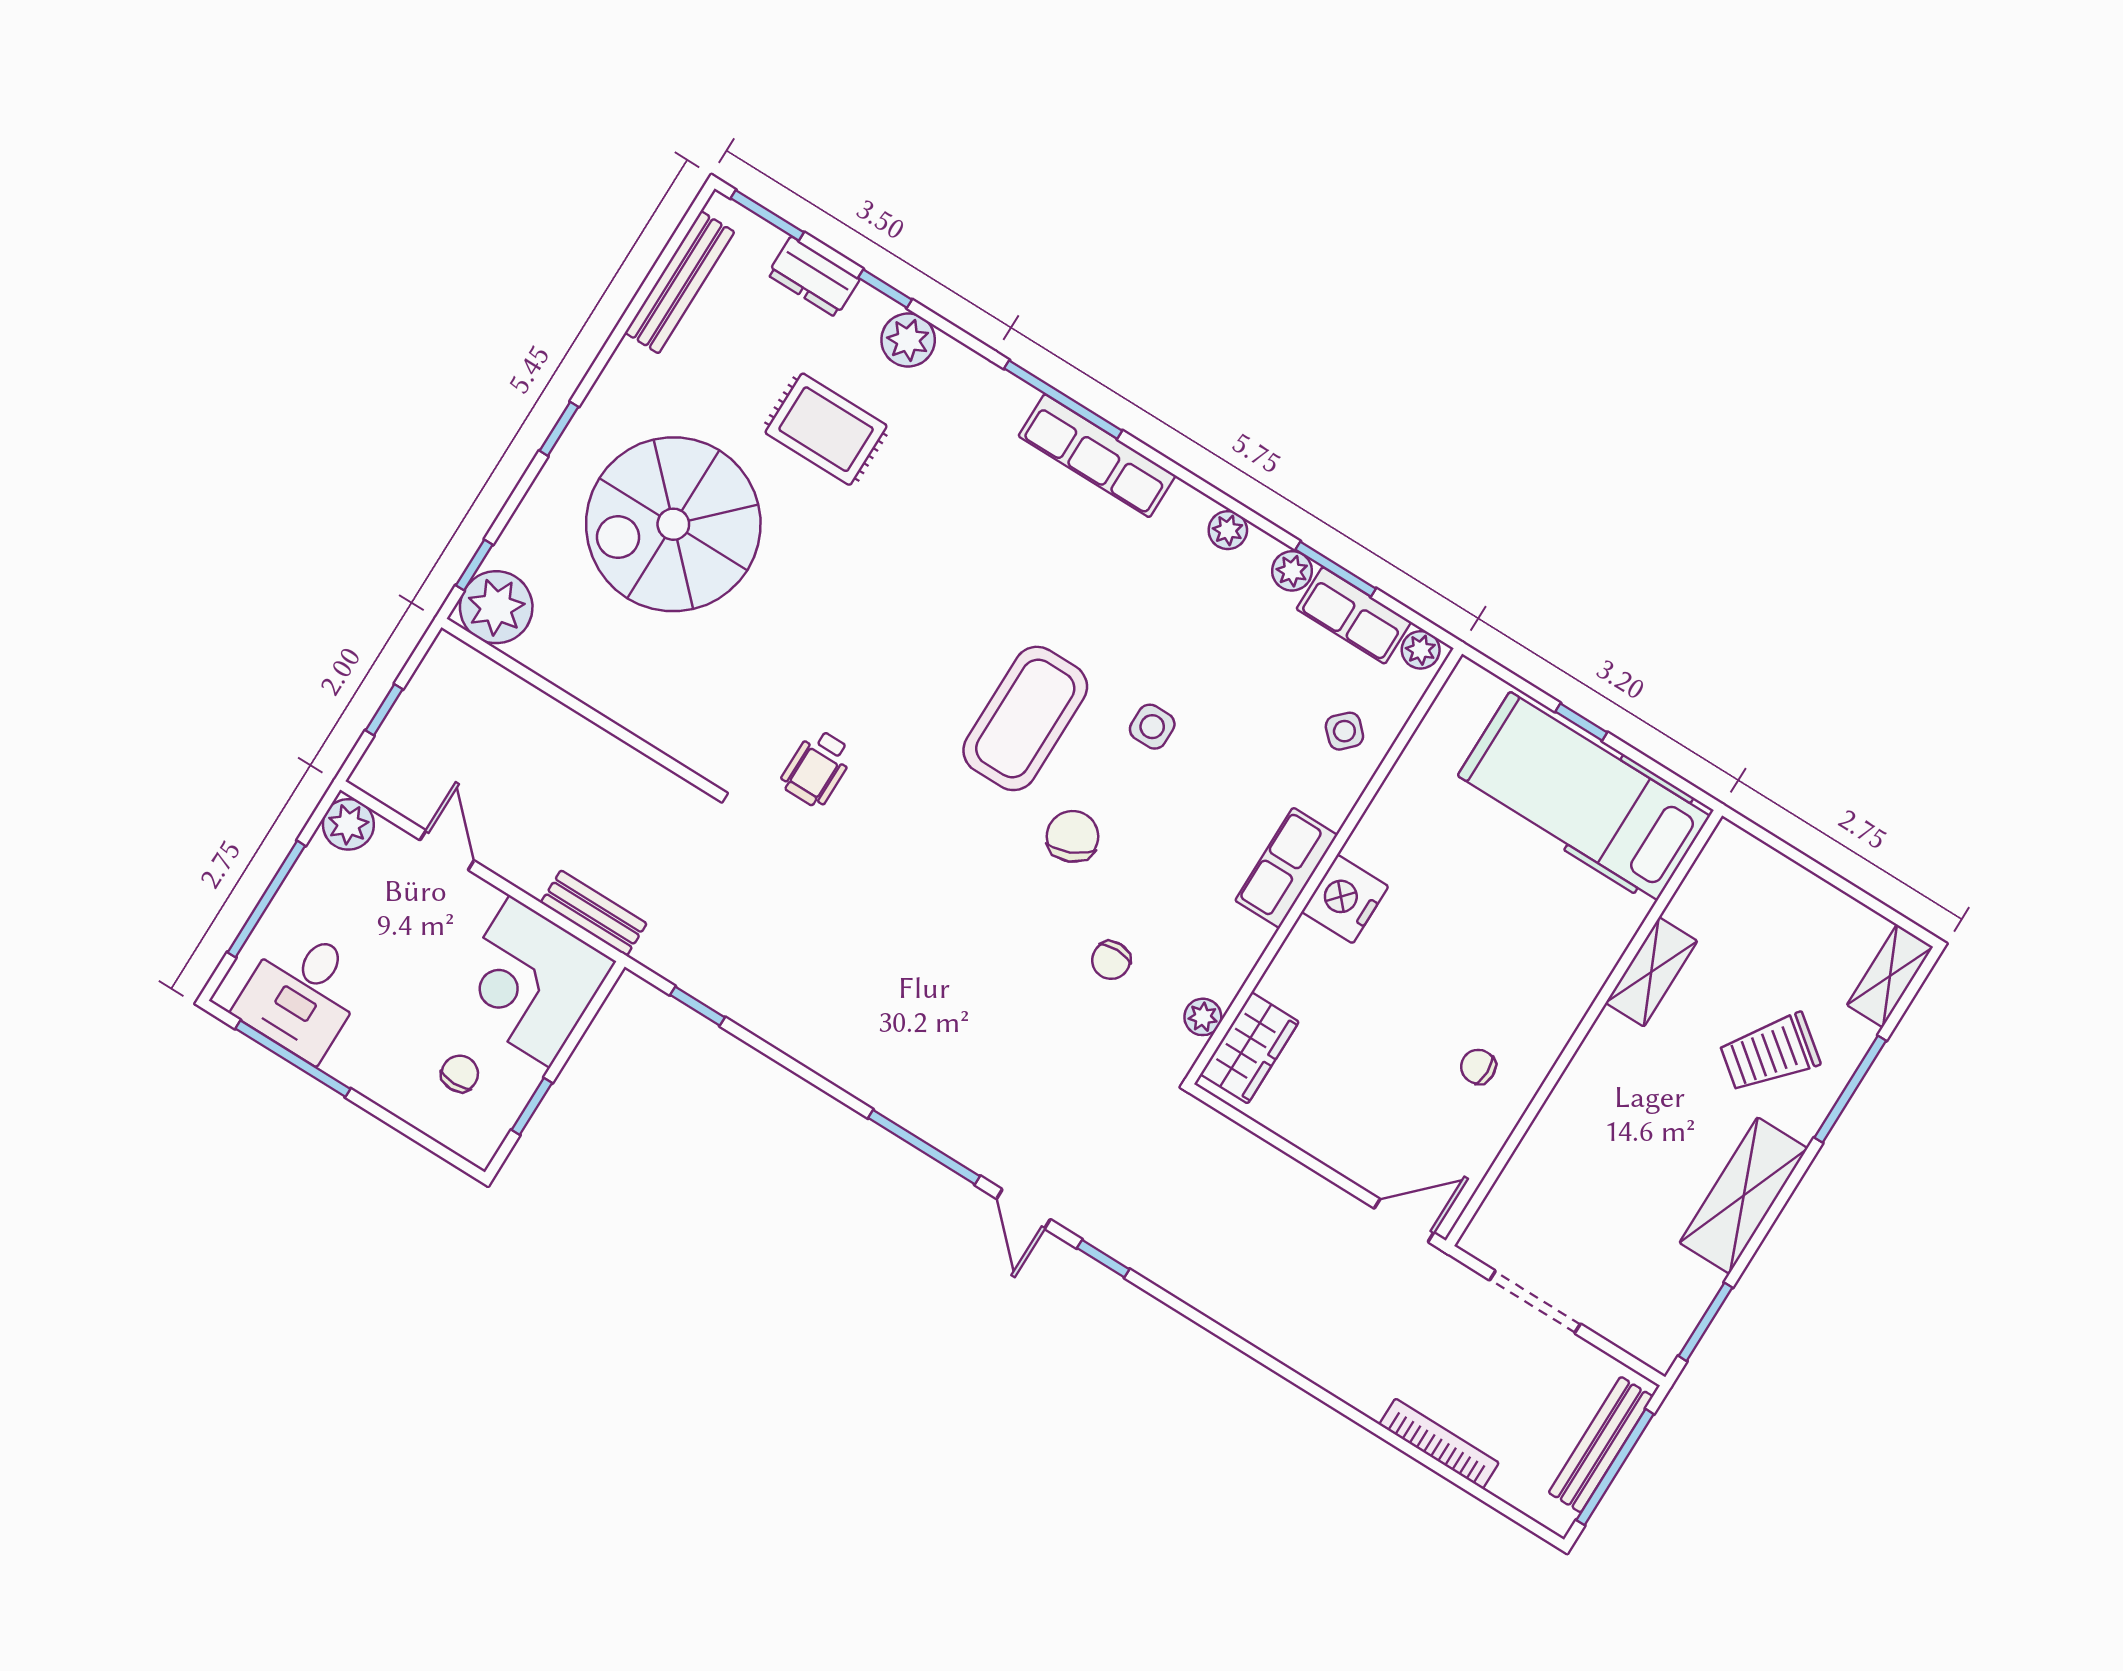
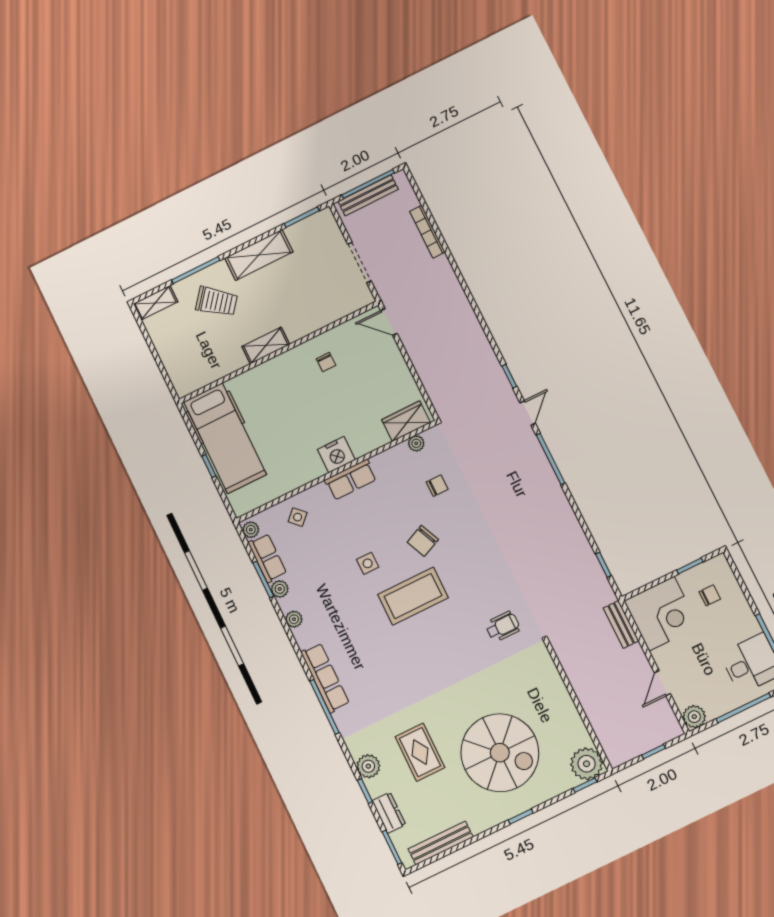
shelving: (1651, 972) -> (266, 345), moved
chair: (460, 1074) -> (710, 595), turned 180

